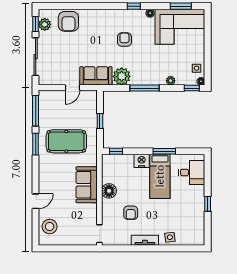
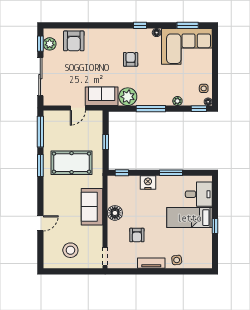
bed: (160, 176) -> (189, 218), moved, turned 90
stool: (50, 226) -> (70, 250), moved

